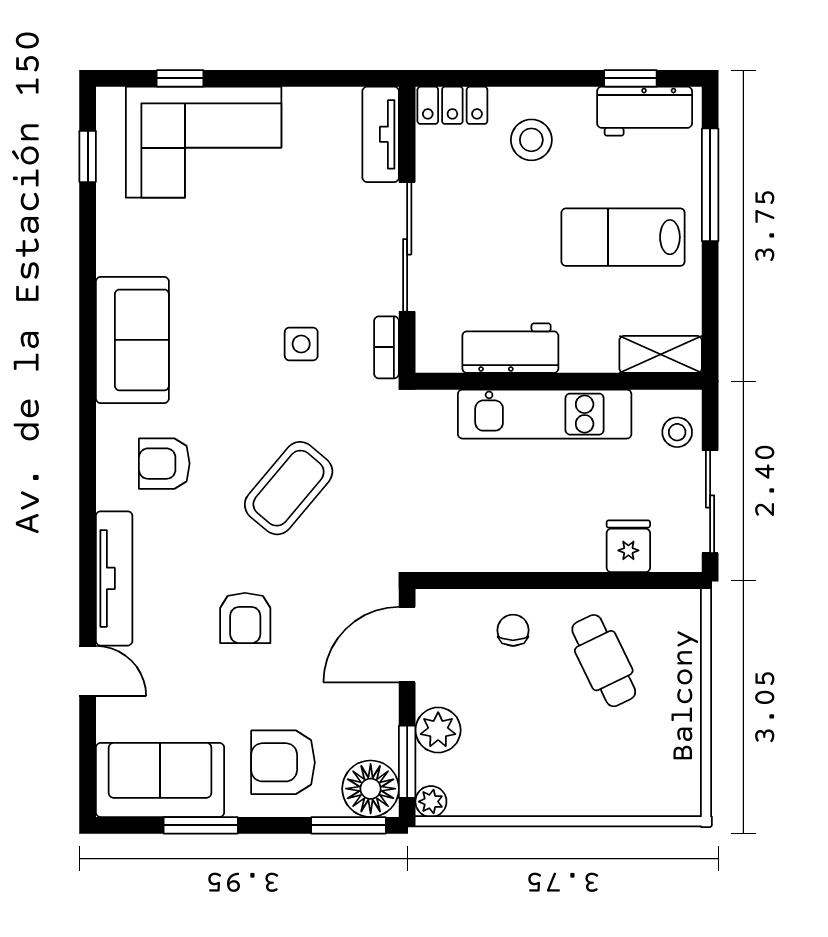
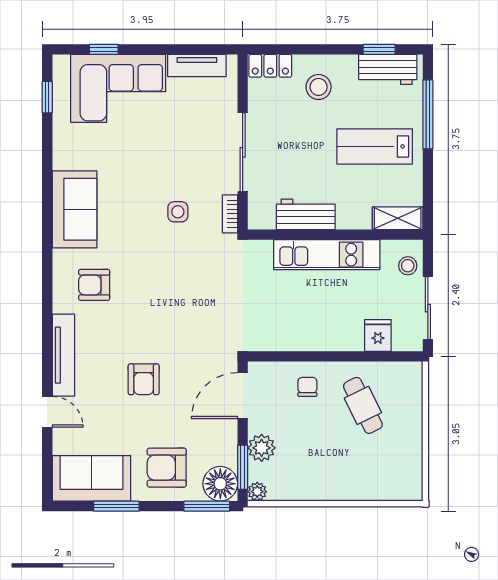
tv unit: (381, 134) -> (197, 66), moved, turned -90
coffee table: (289, 488) -> (170, 300), removed

